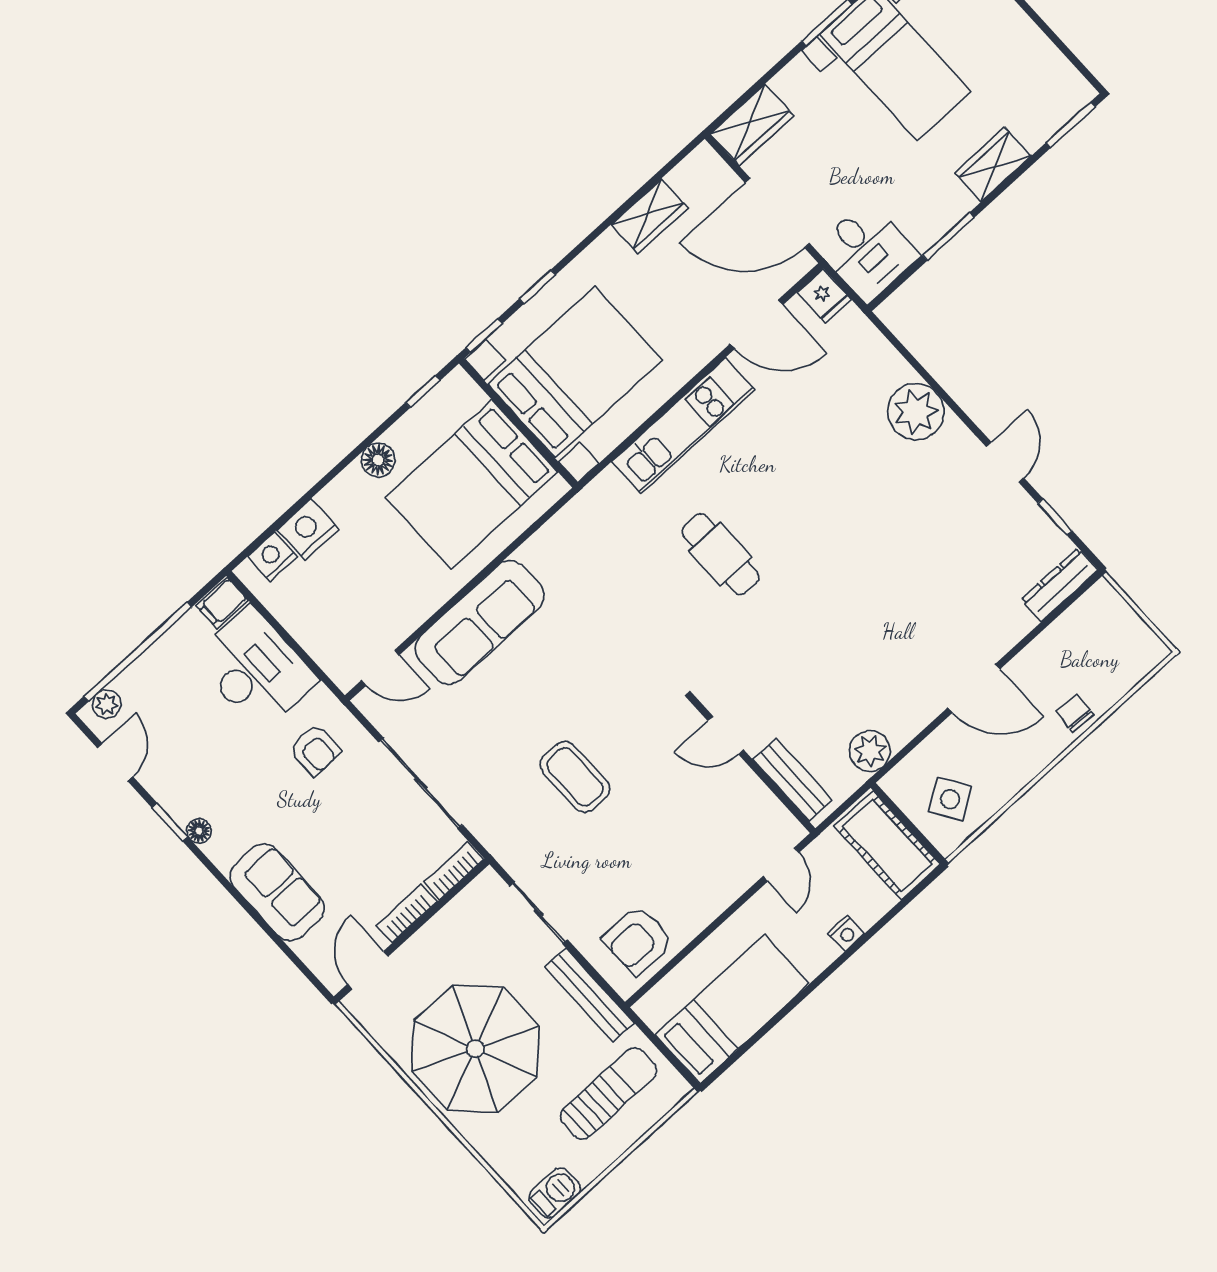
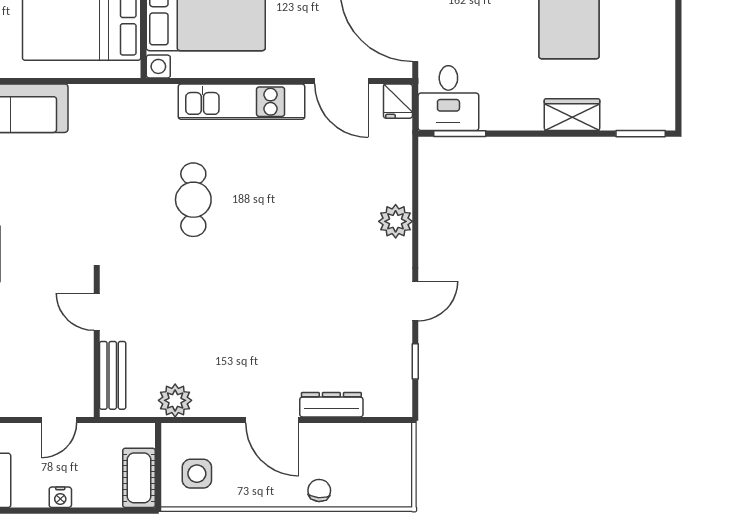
window: (949, 236) -> (460, 134), moved
plant: (916, 412) -> (396, 221), width x0.73, depth x0.73
dresser: (1059, 585) -> (331, 405), moved
side table: (950, 799) -> (197, 474), turned 32
cot: (887, 845) -> (139, 478), width x0.73, depth x0.75

